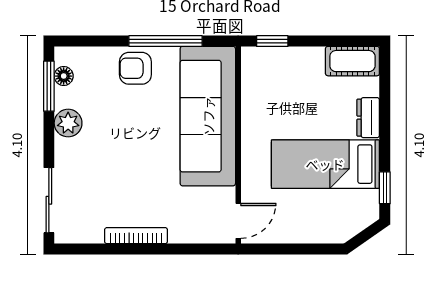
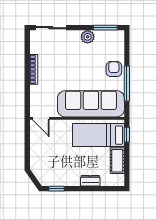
cot: (352, 61) -> (117, 161), moved
floor lamp: (64, 76) -> (110, 35), removed
bed: (325, 164) -> (98, 135), moved, turned -90

